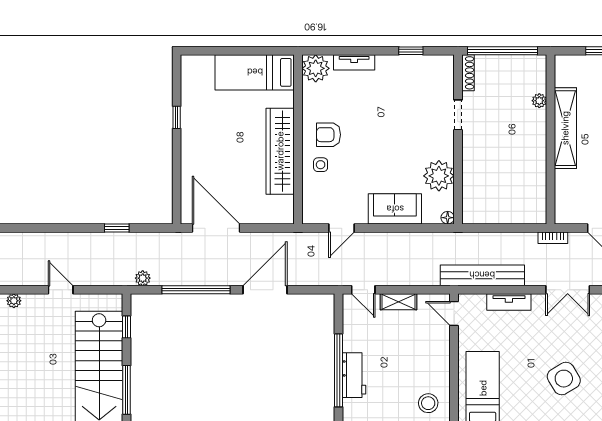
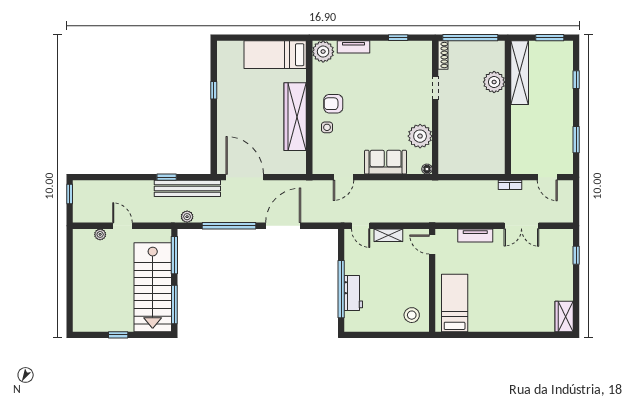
plant: (539, 101) -> (494, 82), width x1.87, depth x1.87
shelving: (565, 128) -> (520, 73), moved
bench: (482, 275) -> (187, 188), moved
plant: (14, 301) -> (100, 234), moved
window: (127, 327) -> (174, 255), width x2.17
side table: (564, 379) -> (518, 296), removed

